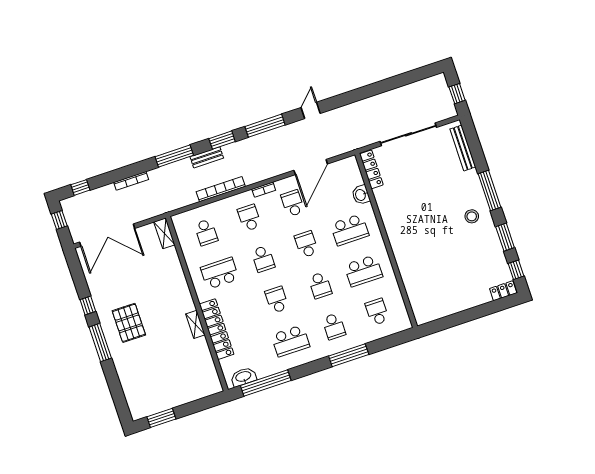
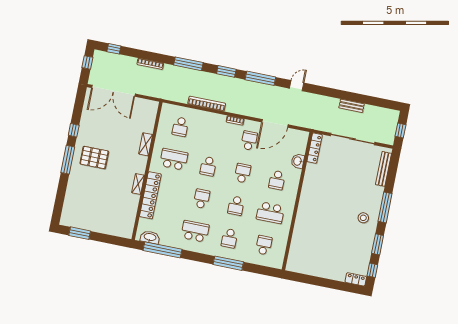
bench: (207, 157) -> (352, 106), moved
school desk: (249, 218) -> (215, 134), removed
school desk: (350, 230) -> (277, 180), width x0.54
shelving: (164, 233) -> (146, 144), moved
pallet: (129, 323) -> (94, 158), turned 90
school desk: (290, 341) -> (195, 231), turned 180

